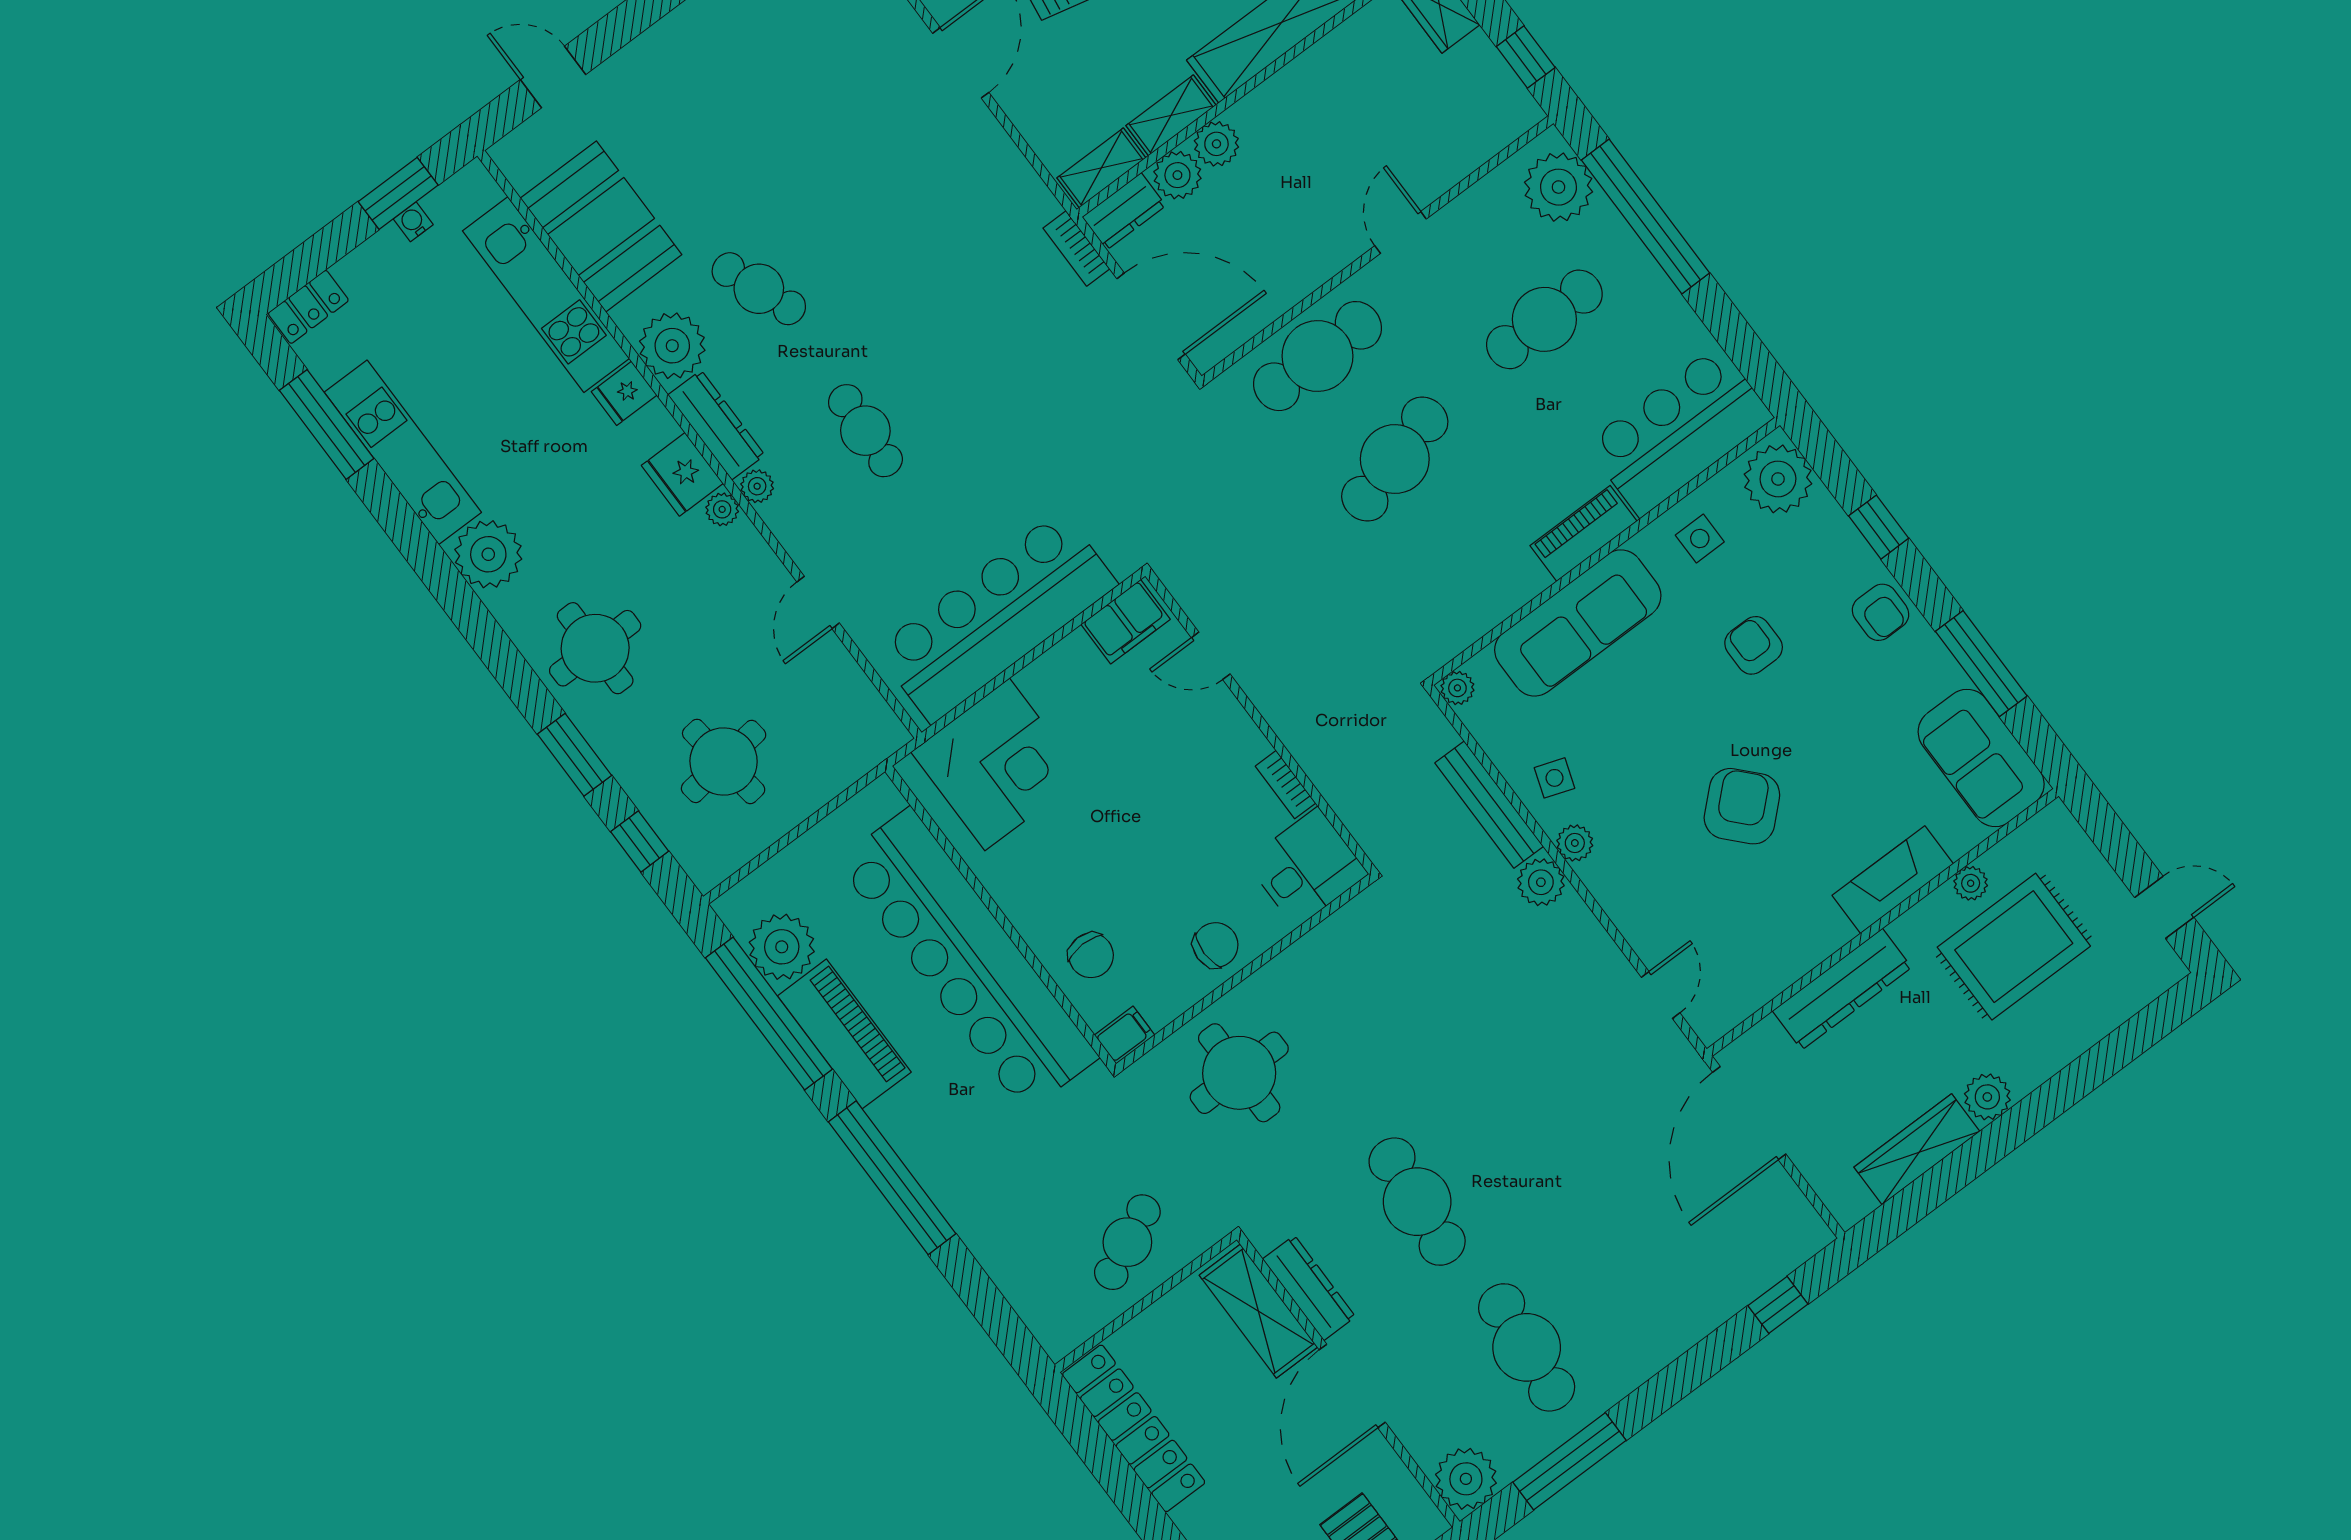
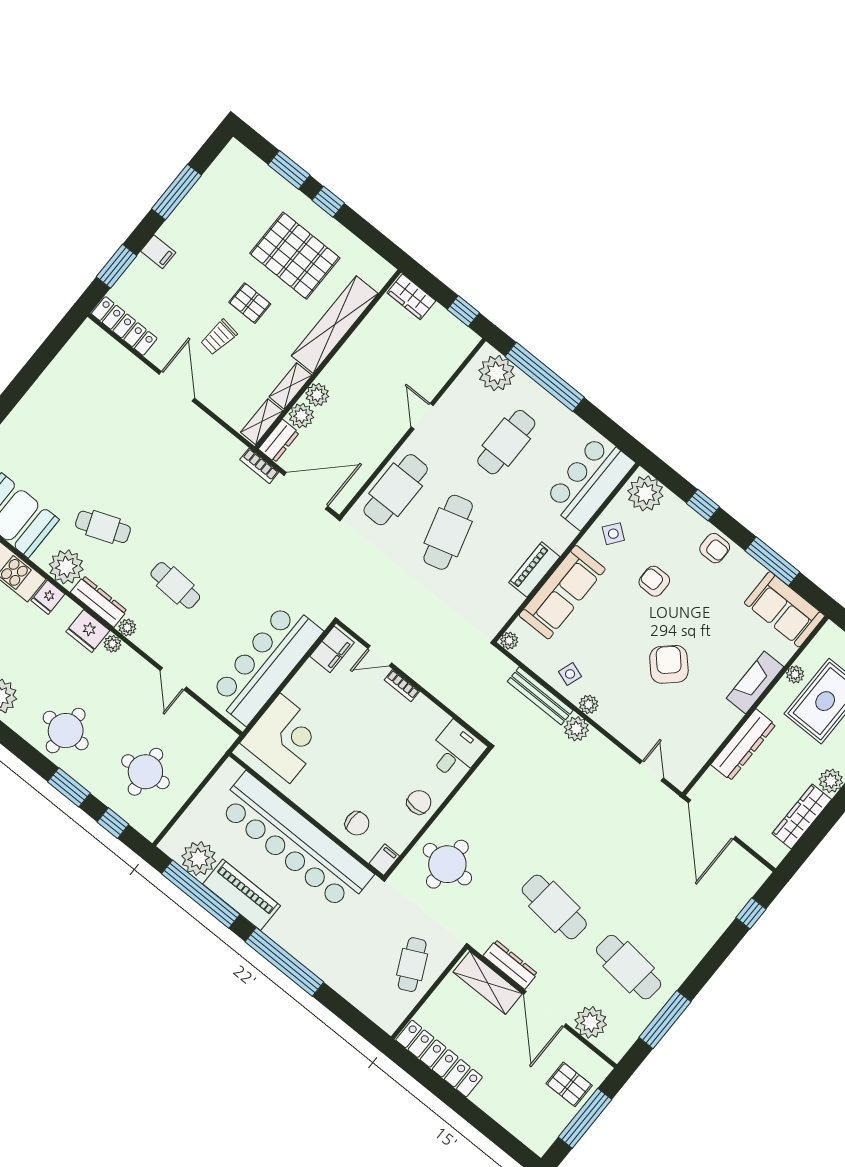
piano: (1583, 533) -> (534, 570), moved
side table: (1700, 539) -> (613, 534), turned 37
bookcase: (1285, 785) -> (402, 686), moved
plant: (1466, 1479) -> (591, 1022), moved

